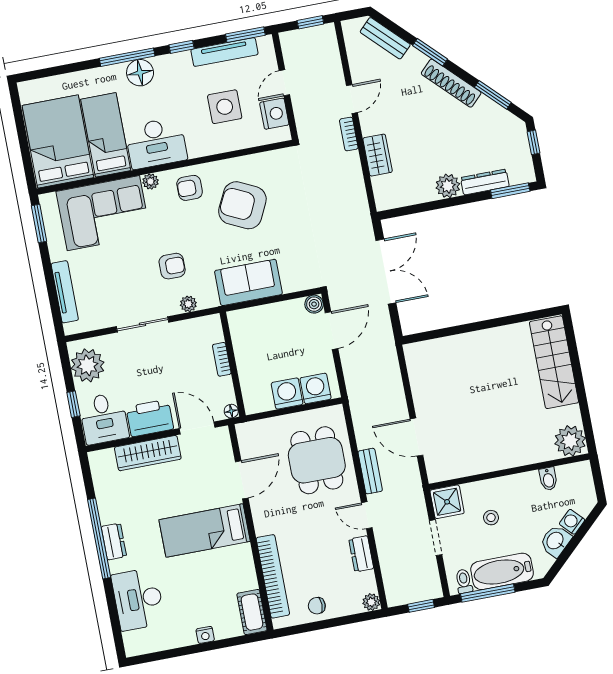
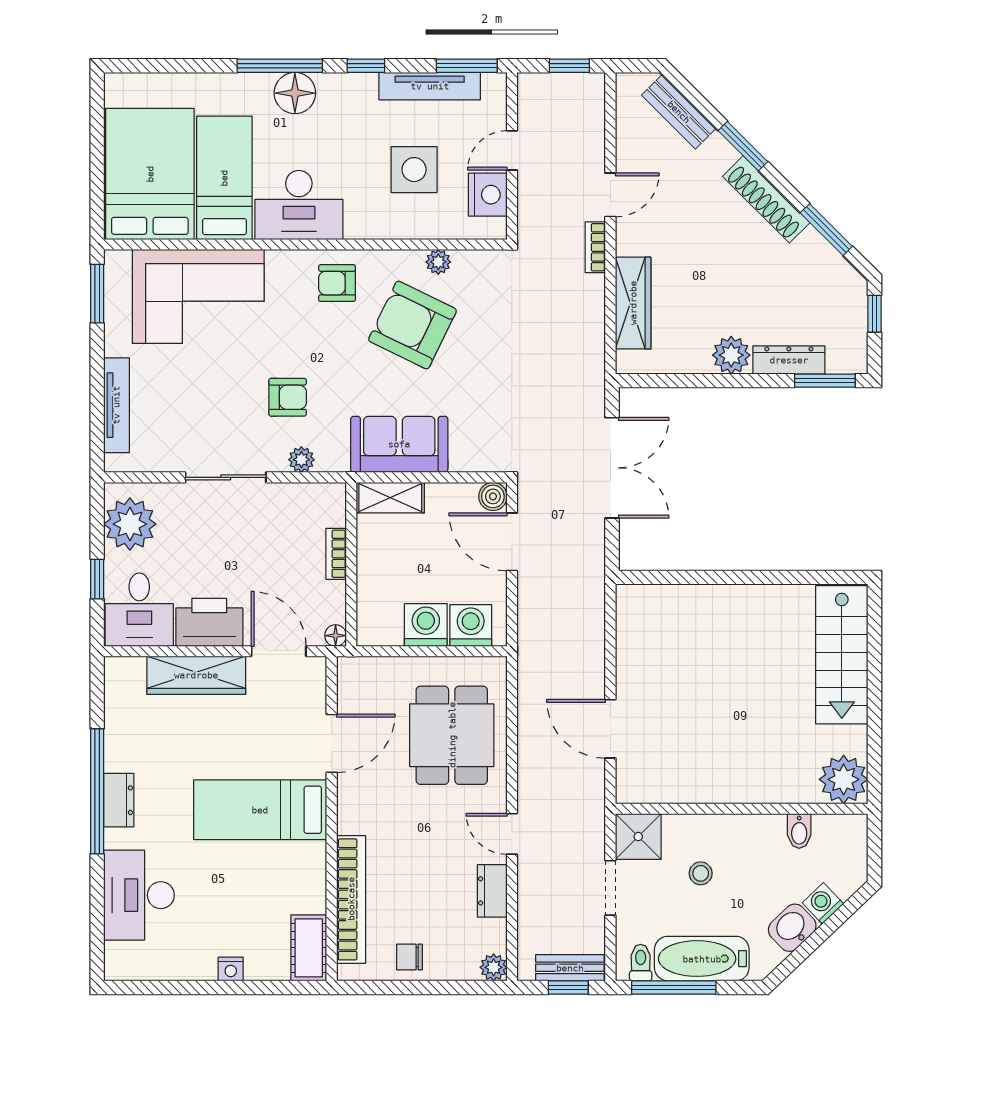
wardrobe: (378, 155) -> (633, 303), width x1.50
plant: (150, 181) -> (438, 262), moved
shelving: (249, 317) -> (390, 498), added
door: (332, 331) -> (512, 542), swing flipped
bench: (370, 471) -> (570, 968), moved, turned 90

